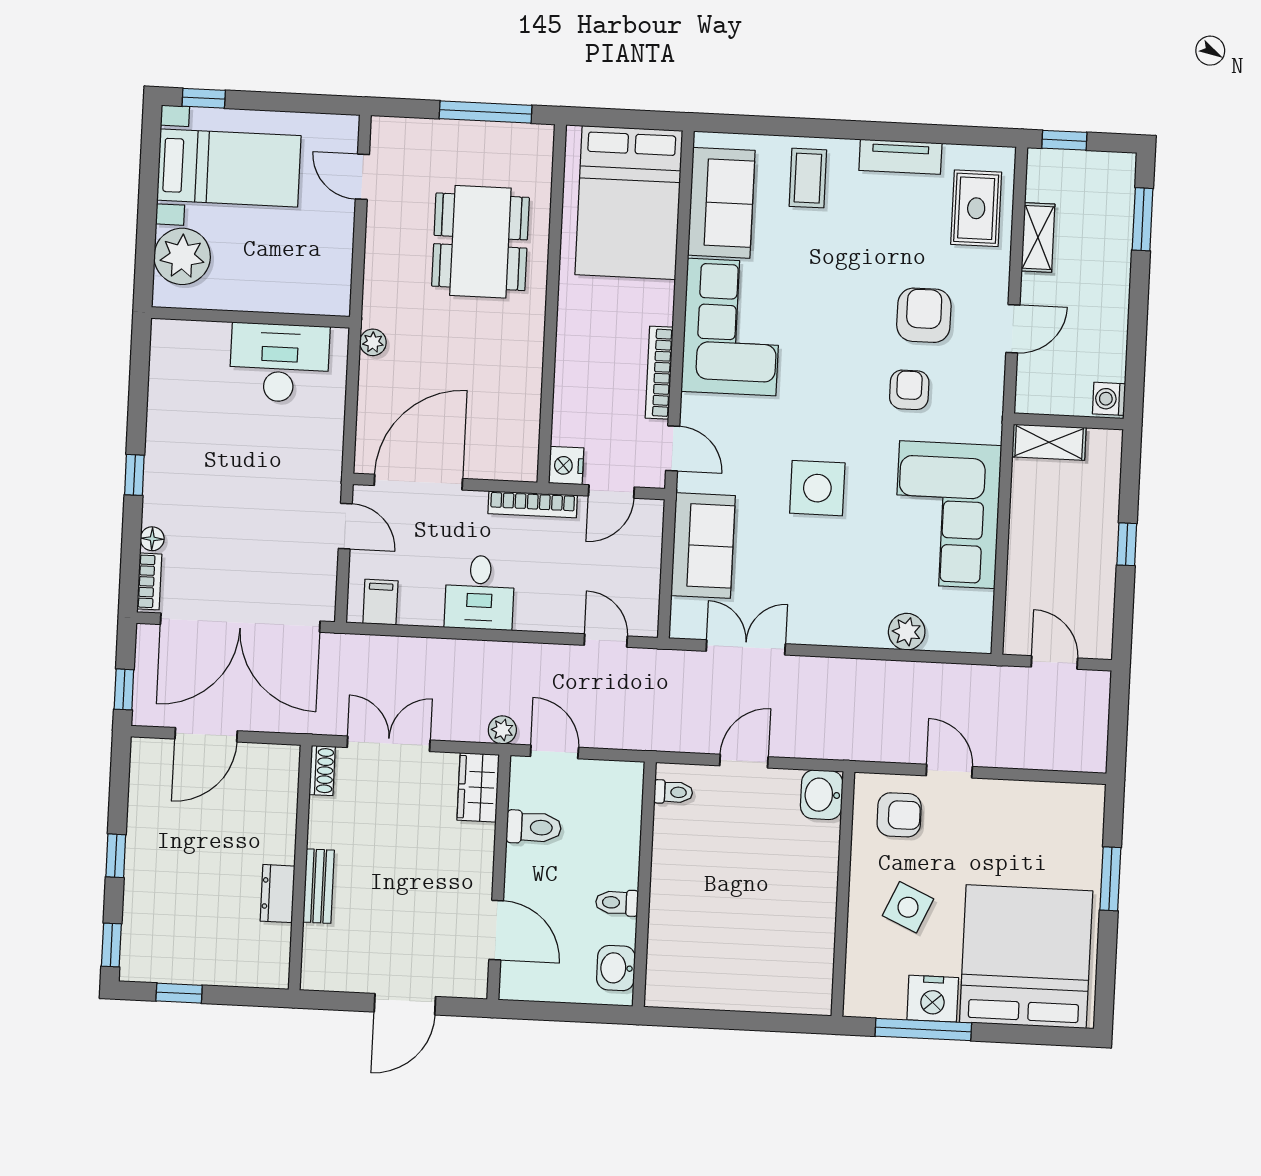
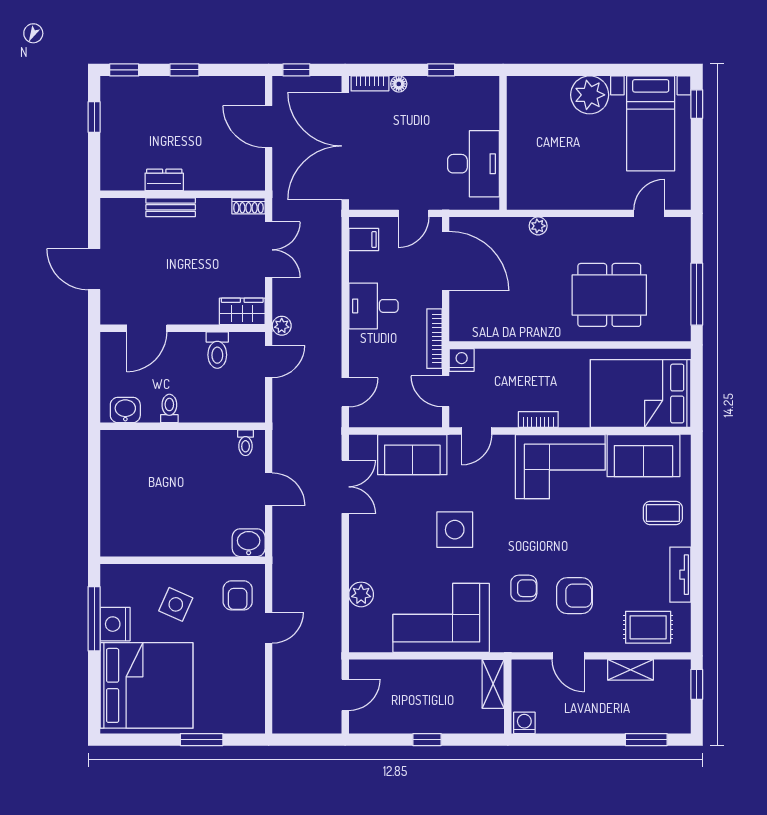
wall: (251, 317) -> (503, 143), moved
desk: (279, 363) -> (473, 164), moved
bookcase: (659, 373) -> (538, 420), width x0.64

